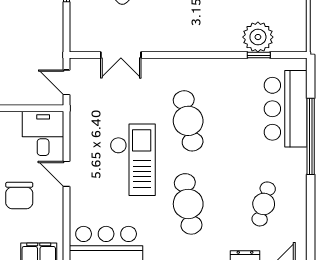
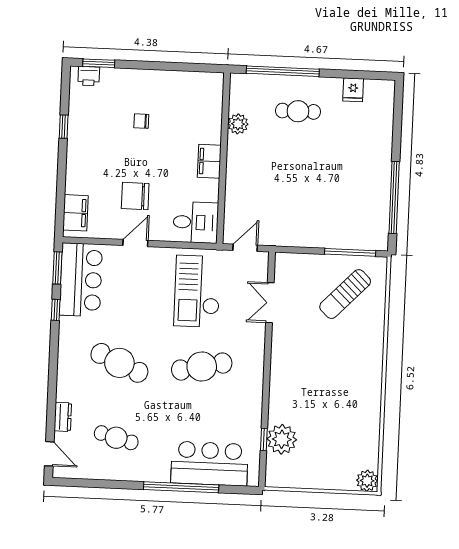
checkout: (133, 160) -> (197, 291), moved, turned 90
door: (67, 174) -> (135, 243), moved
cafe table: (188, 204) -> (119, 363), turned 33

